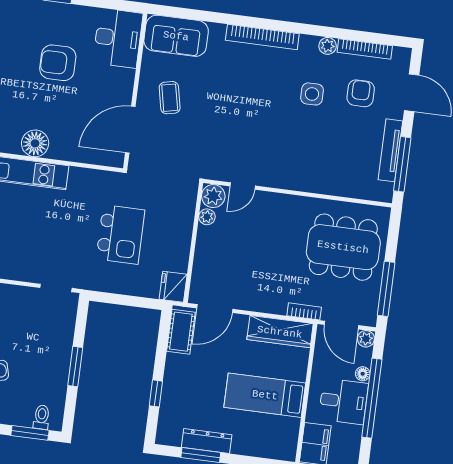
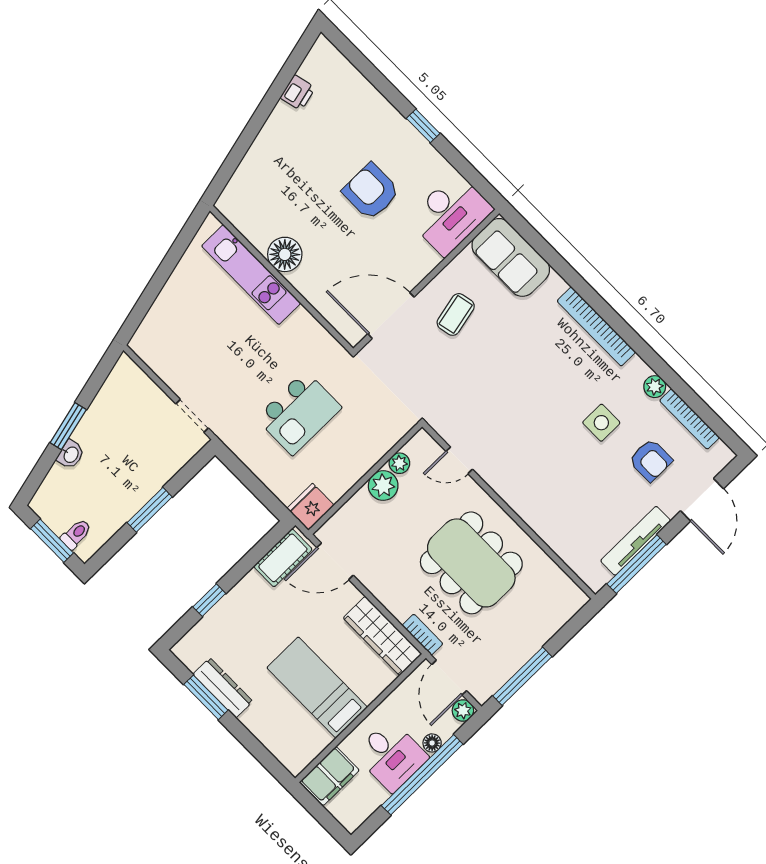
armchair: (361, 93) -> (651, 460), turned 90
plant: (213, 196) -> (383, 486), moved
dining table: (343, 247) -> (471, 563), moved

